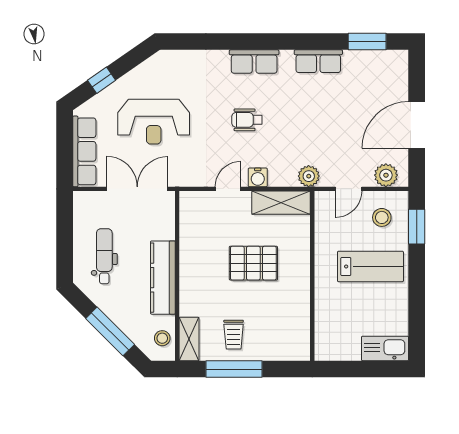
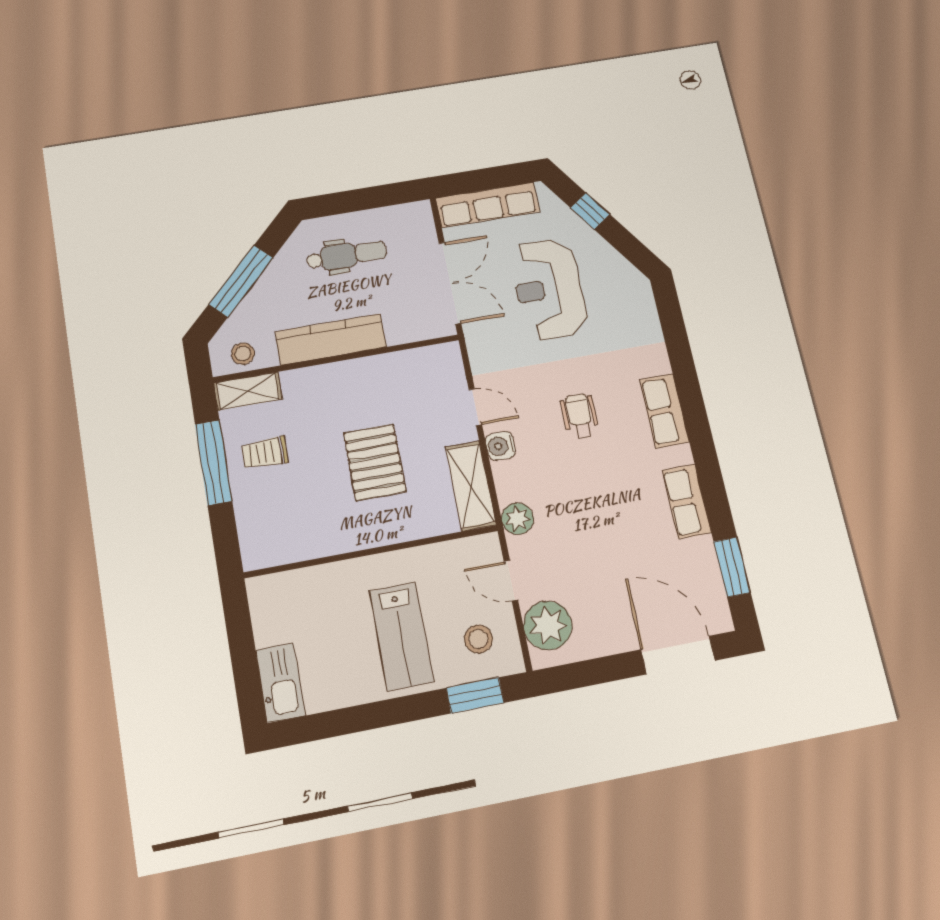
door: (417, 125) -> (678, 655), moved
plant: (386, 175) -> (548, 625), width x1.36, depth x1.36

